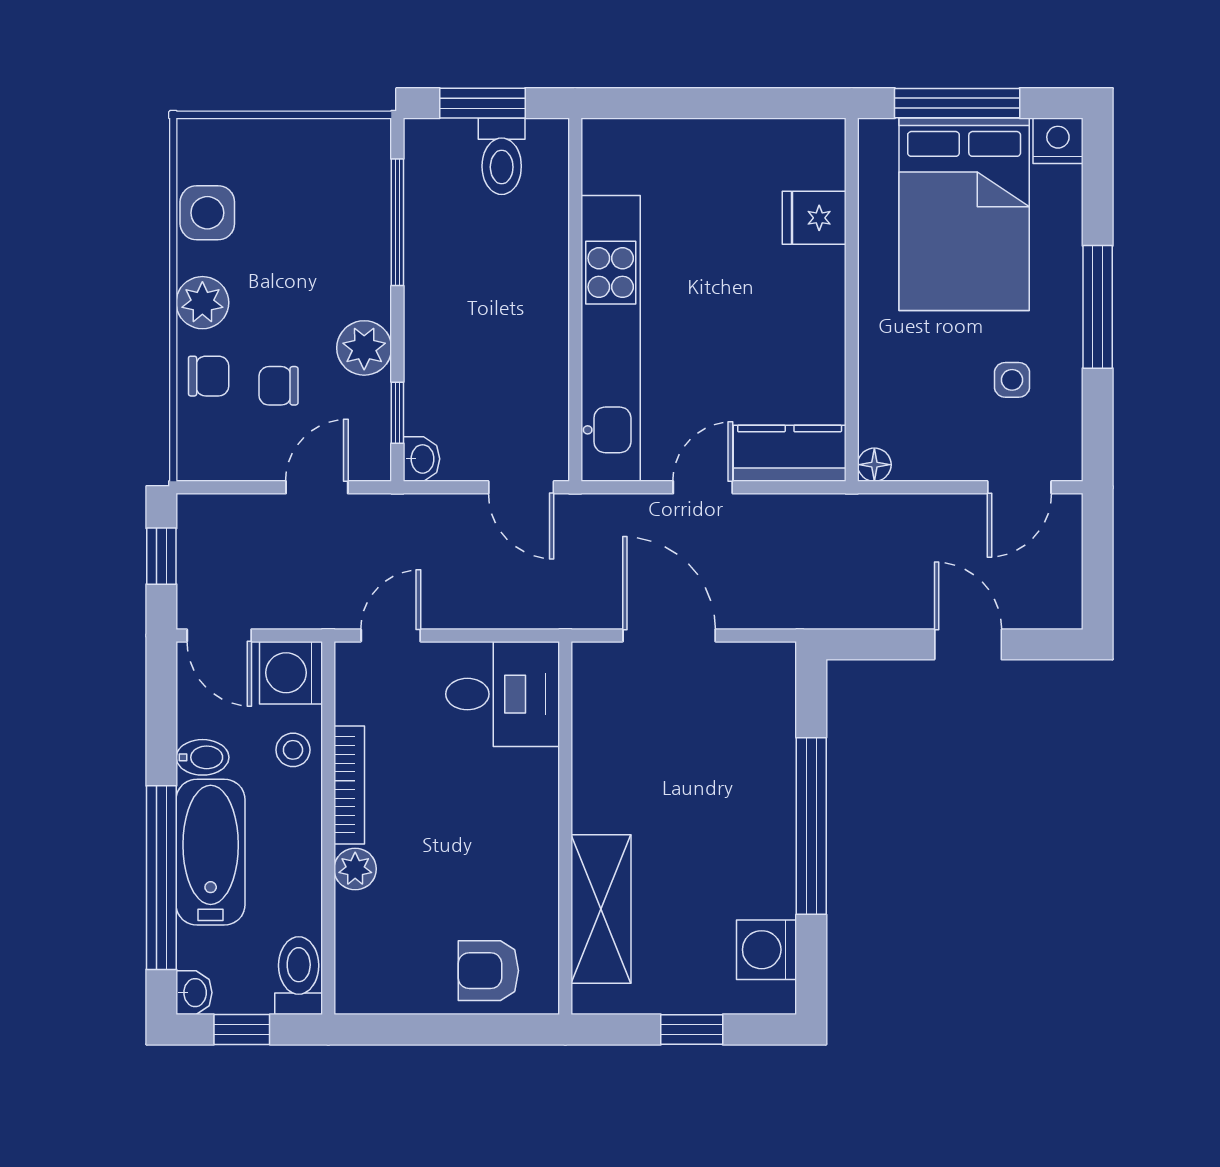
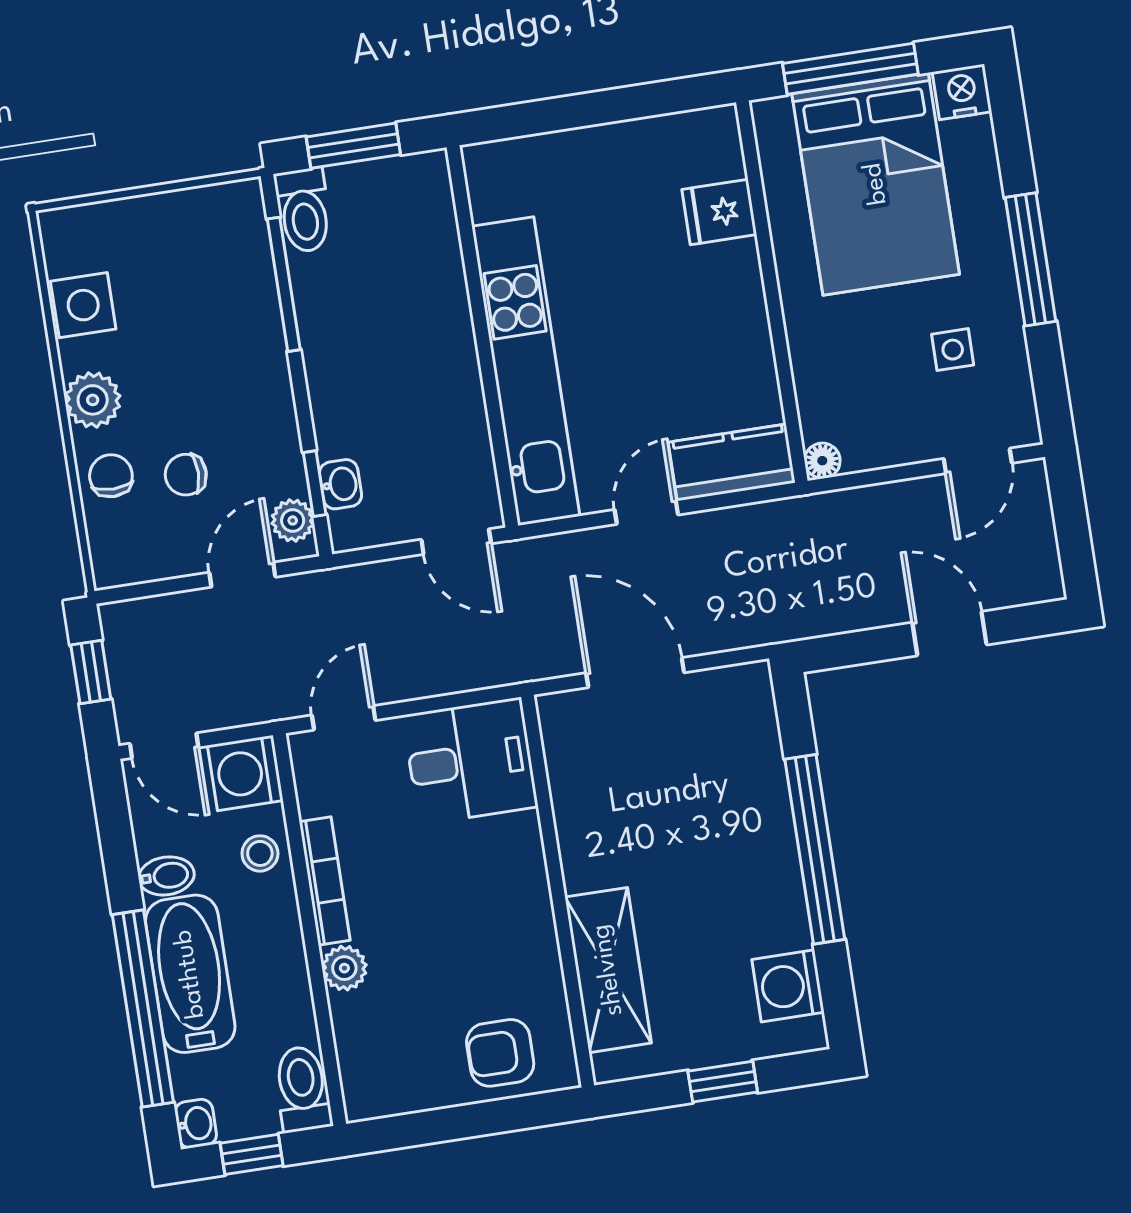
toilet: (502, 156) -> (304, 210), moved
plant: (364, 348) -> (293, 520), moved, width x0.73, depth x0.73
chair: (209, 376) -> (111, 476), turned -90
washbasin: (421, 459) -> (340, 484), moved

